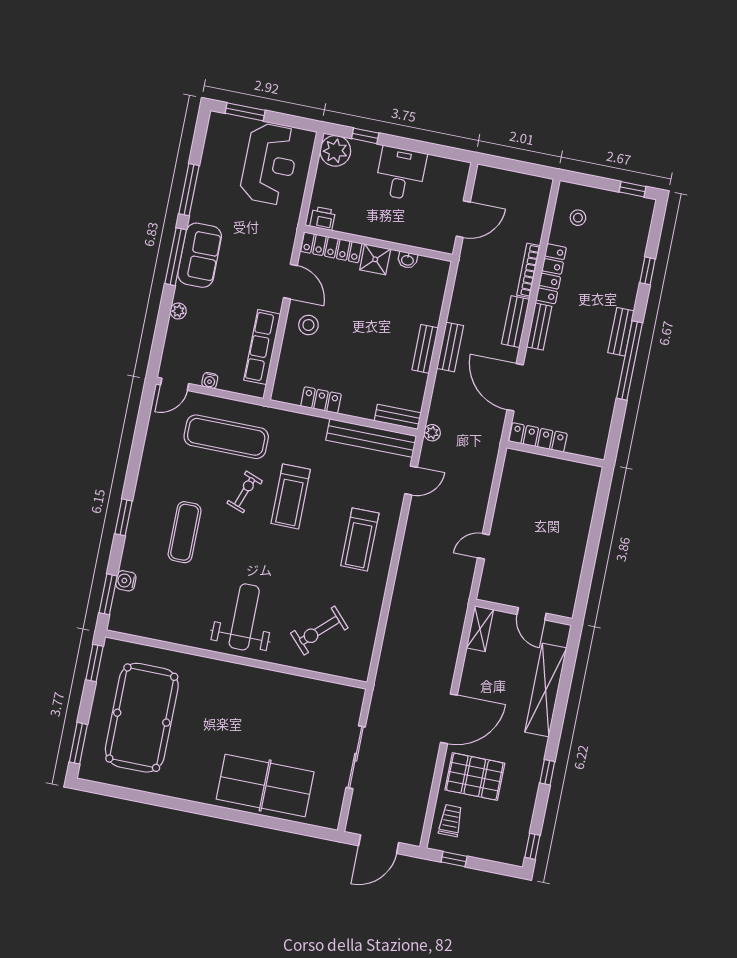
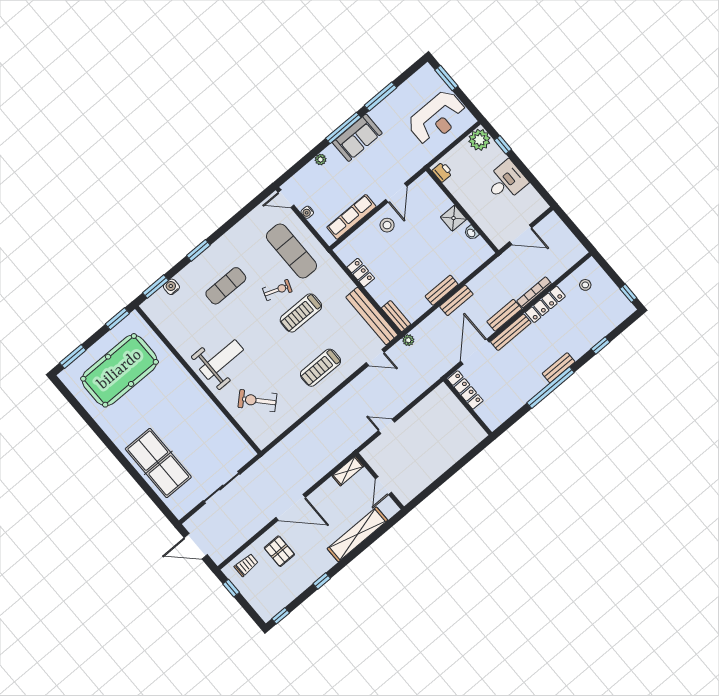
locker: (331, 247) -> (434, 192), removed
bench: (539, 327) -> (511, 332), width x1.36
pallet: (475, 777) -> (279, 551), width x0.67, depth x0.71

